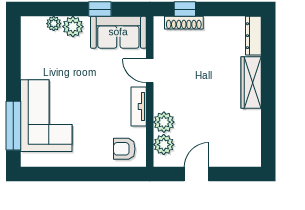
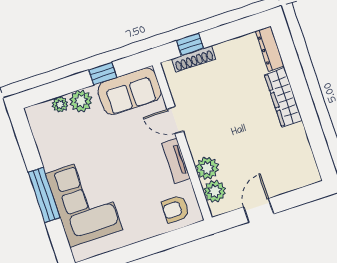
window: (13, 126) -> (44, 195), moved

